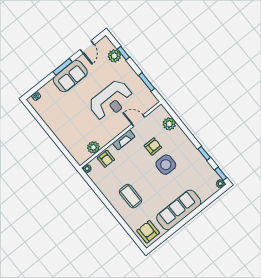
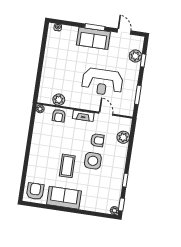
door: (87, 47) -> (124, 32), swing flipped
coffee table: (131, 196) -> (67, 166), moved
sofa: (179, 210) -> (64, 198), width x0.73

